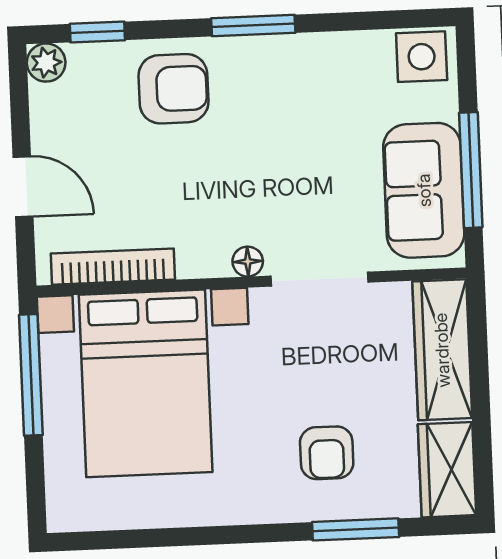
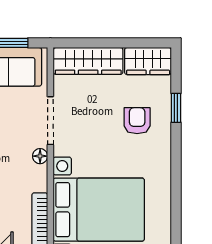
armchair: (327, 453) -> (137, 121), turned -90
window: (356, 529) -> (176, 108), width x0.67

